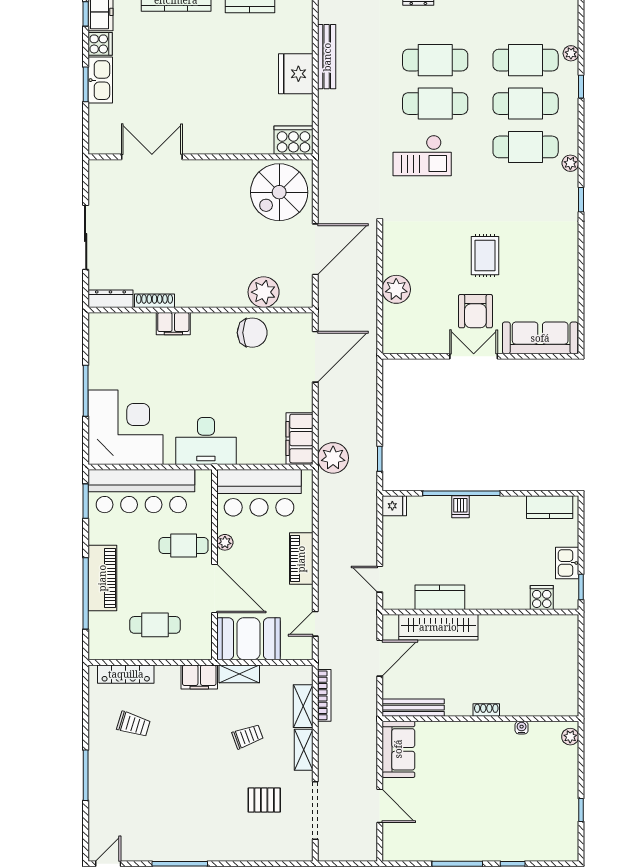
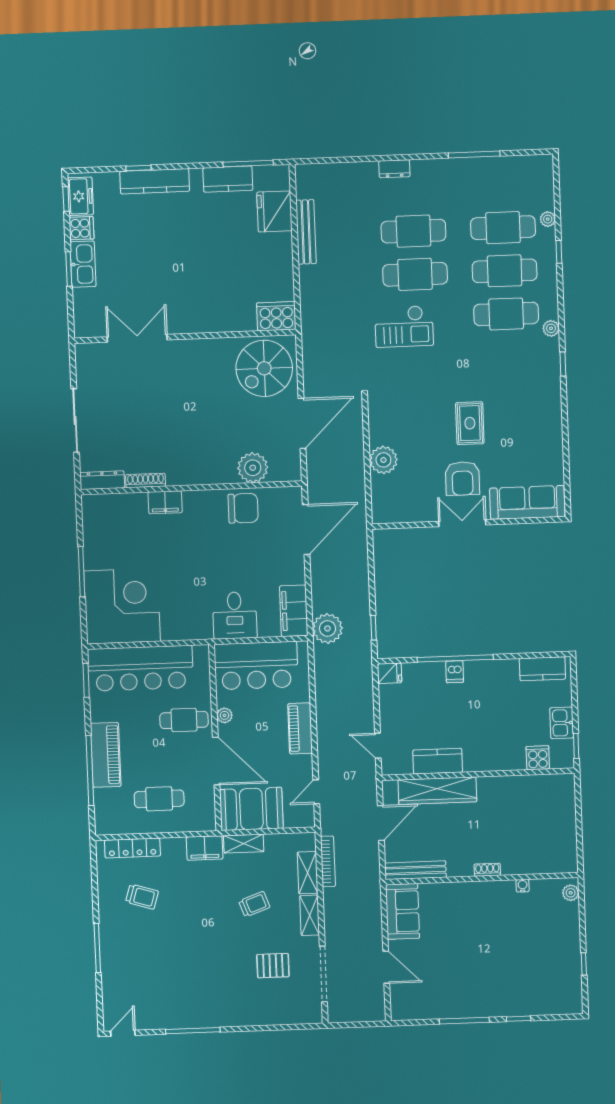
fridge: (296, 74) -> (274, 211), moved
desk: (206, 441) -> (235, 615), moved, width x0.73

